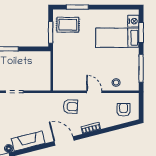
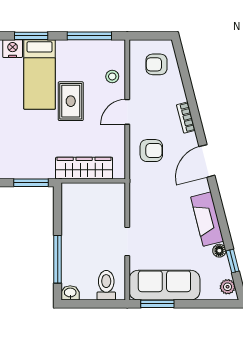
rug: (68, 25) -> (71, 101), moved
wardrobe: (60, 65) -> (84, 168), added
armchair: (70, 107) -> (151, 151), turned 88

